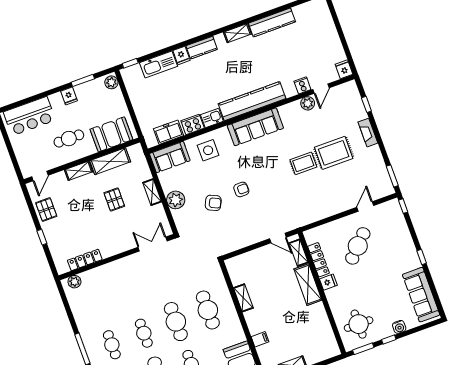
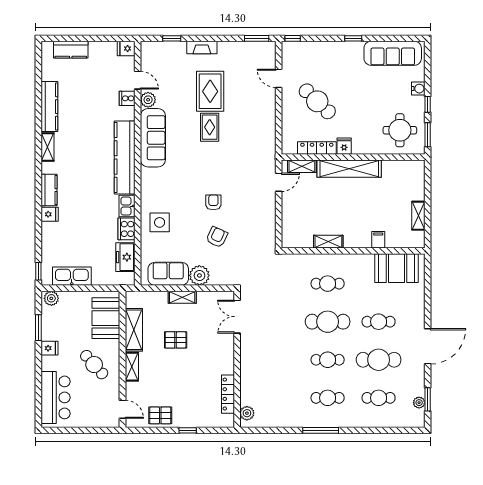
kitchen counter: (326, 23) -> (71, 50), added
kitchen sink: (159, 64) -> (72, 276), moved, turned -90
sofa: (255, 127) -> (153, 138), moved
cafe table: (69, 139) -> (94, 365), turned -42
sofa: (170, 157) -> (168, 274), moved, turned -90
shelving: (308, 285) -> (349, 169), width x1.47
cafe table: (208, 310) -> (328, 284), width x0.73, depth x0.74

